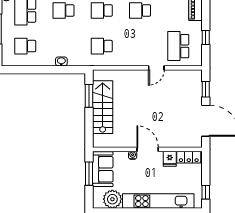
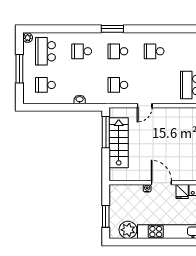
door: (156, 68) -> (145, 106), moved
window: (89, 96) -> (106, 132), width x1.44
sofa: (103, 169) -> (119, 201), removed
window: (89, 174) -> (106, 216), moved

